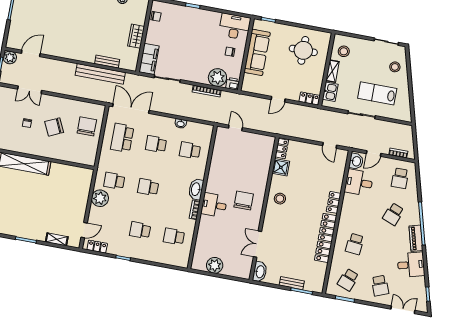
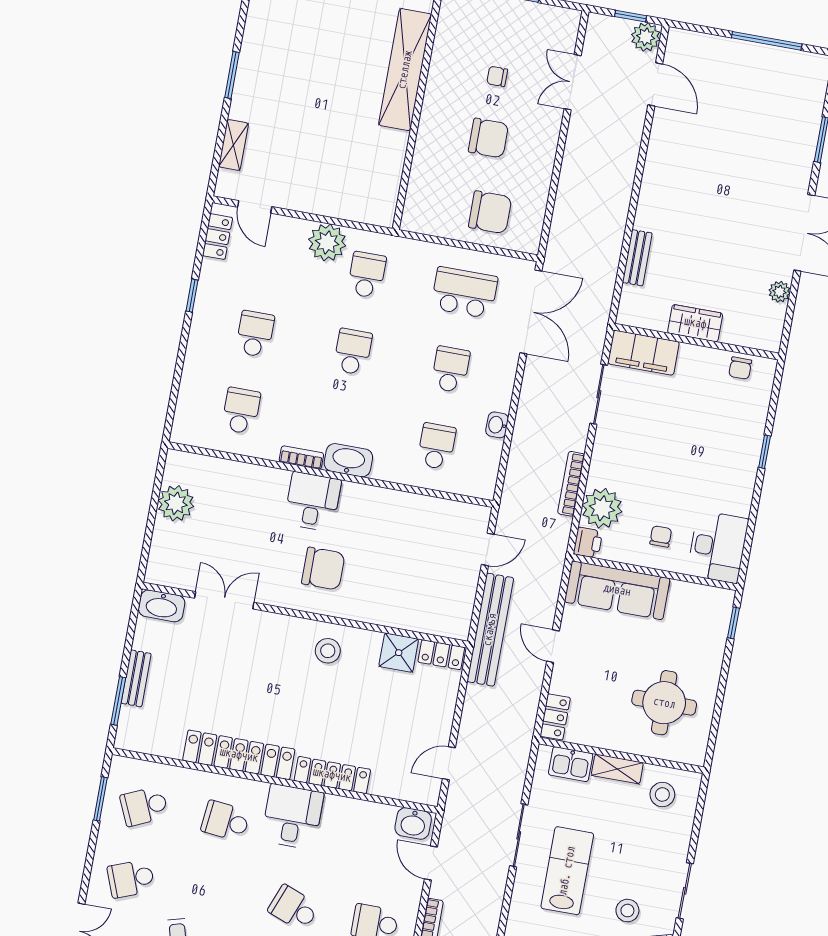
sofa: (257, 52) -> (617, 590), moved
bench: (100, 74) -> (490, 630), moved
chair: (54, 127) -> (488, 138), turned 115
desk: (359, 183) -> (292, 817), moved
locker: (334, 202) -> (332, 775), width x1.53
school desk: (348, 280) -> (144, 806), turned -45

